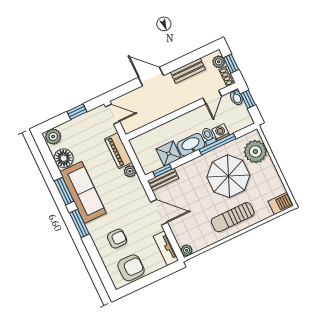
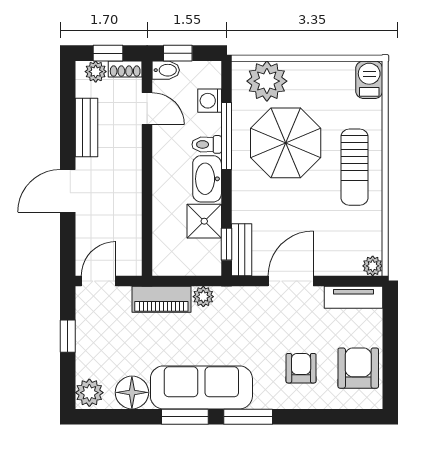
washing machine: (221, 132) -> (210, 101), moved

